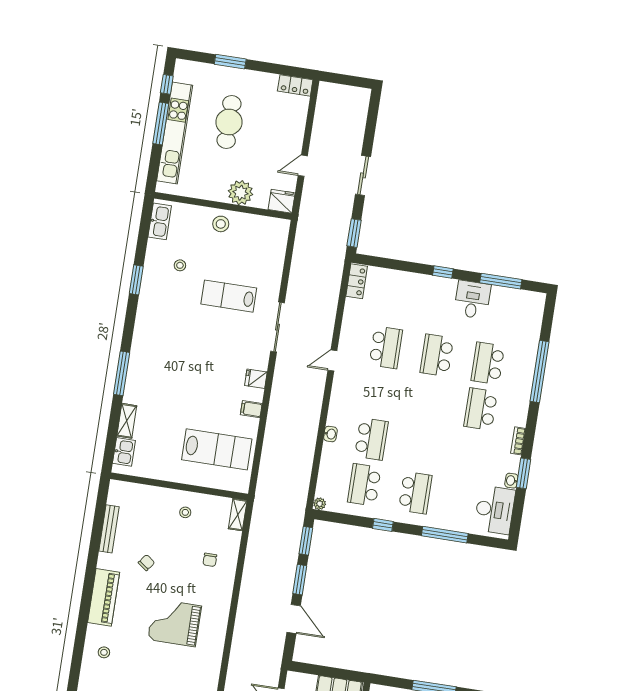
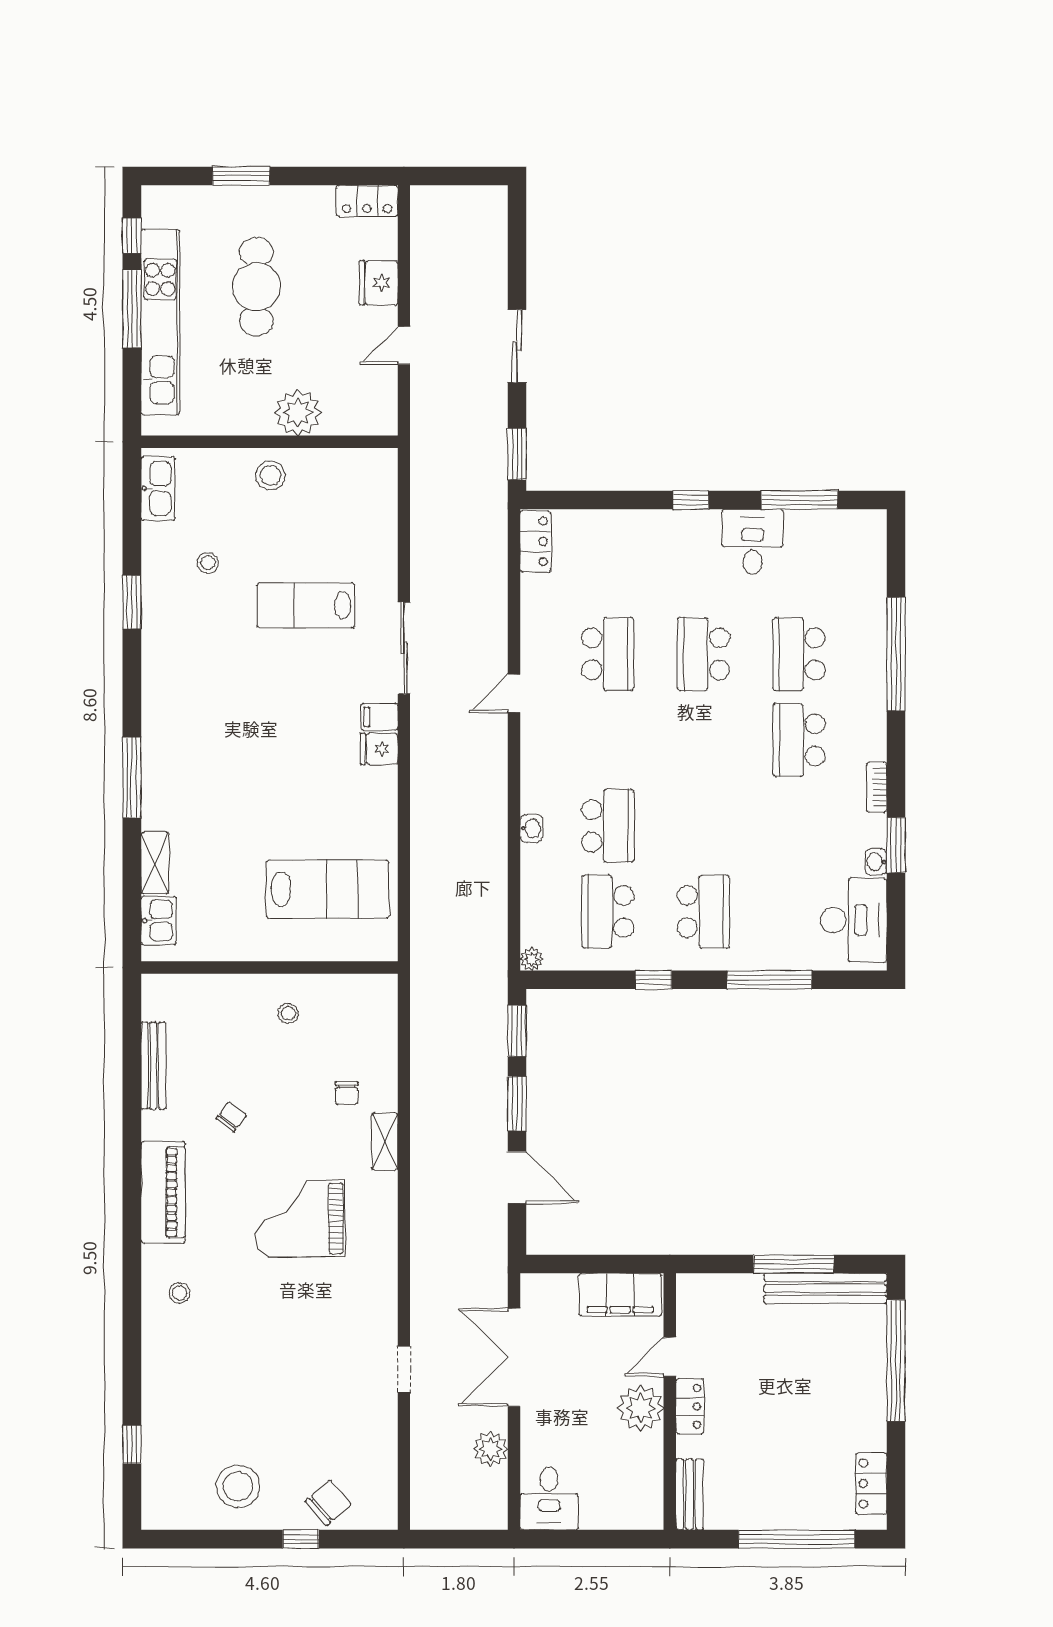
fridge: (282, 201) -> (378, 283), moved, turned -90
filing cabinet: (251, 409) -> (379, 717), moved
shelving: (238, 515) -> (385, 1141), moved

